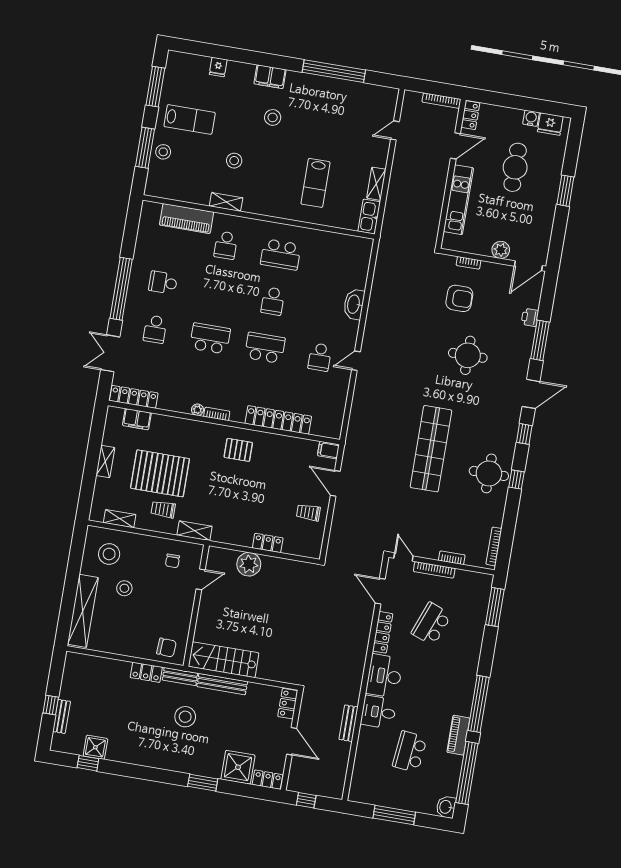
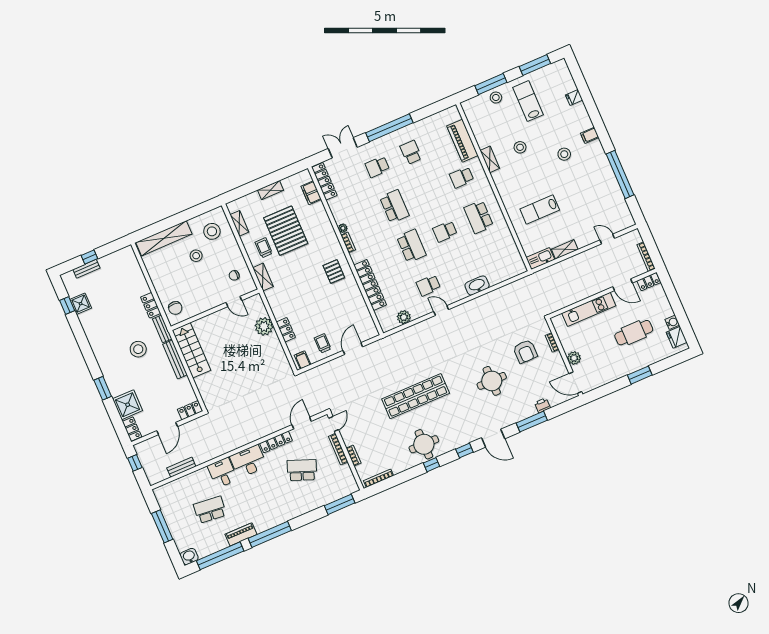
filing cabinet: (270, 77) -> (590, 135), width x0.50
lab bench: (190, 119) -> (528, 101), turned 180
plant: (337, 406) -> (404, 317), added
filing cabinet: (328, 450) -> (302, 360), moved
bench: (349, 723) -> (181, 467), moved

